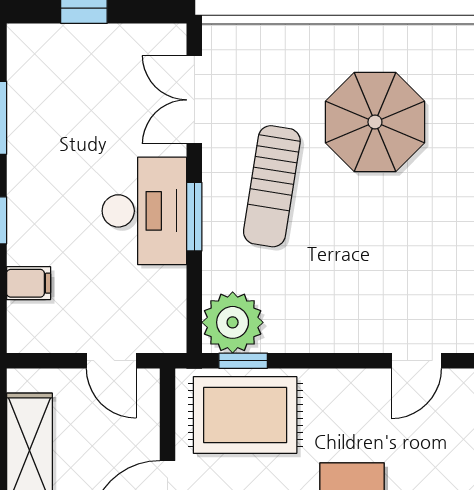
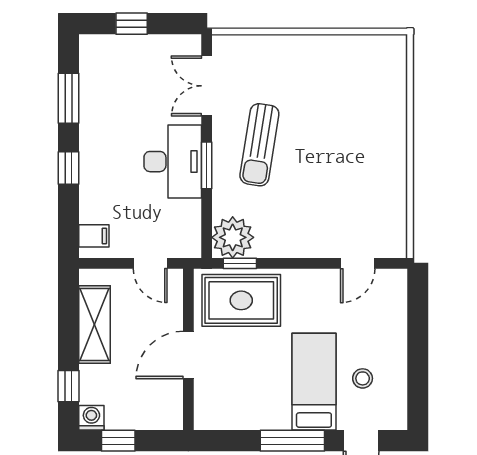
parasol: (375, 122) -> (330, 101), removed
filing cabinet: (29, 283) -> (94, 236), moved

